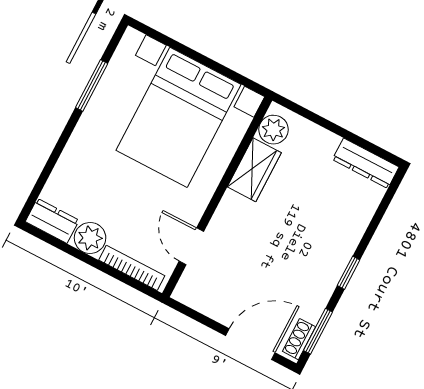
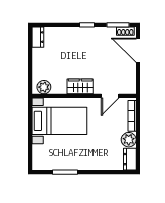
bed with nightstands: (178, 117) -> (59, 121), width x0.73
dresser: (366, 163) -> (38, 37), width x0.70
wardrobe: (254, 170) -> (80, 86), moved

